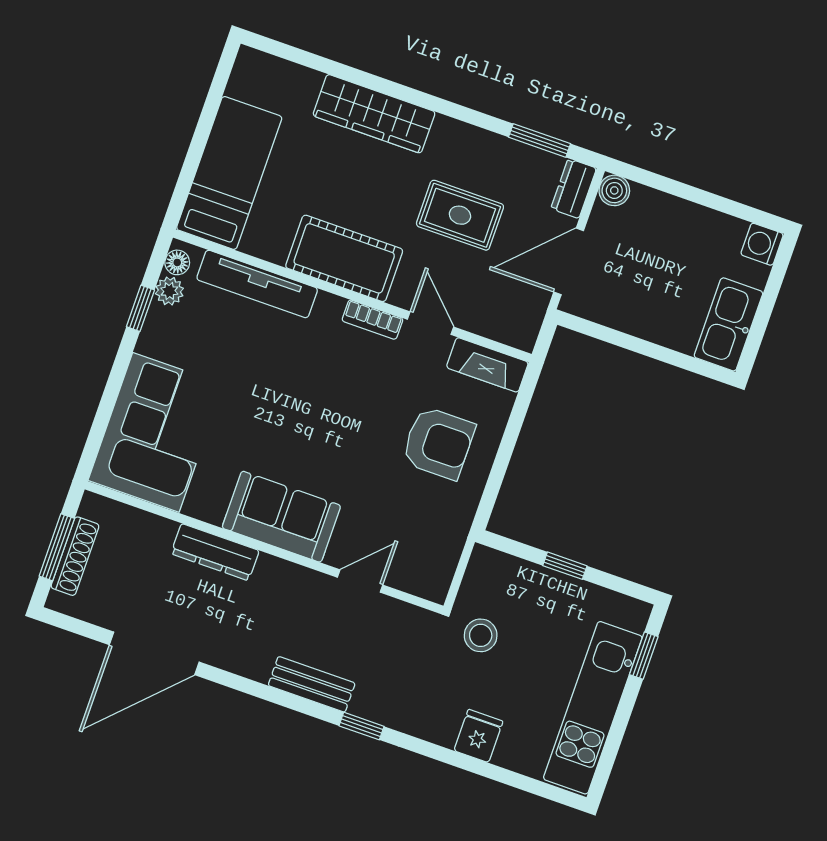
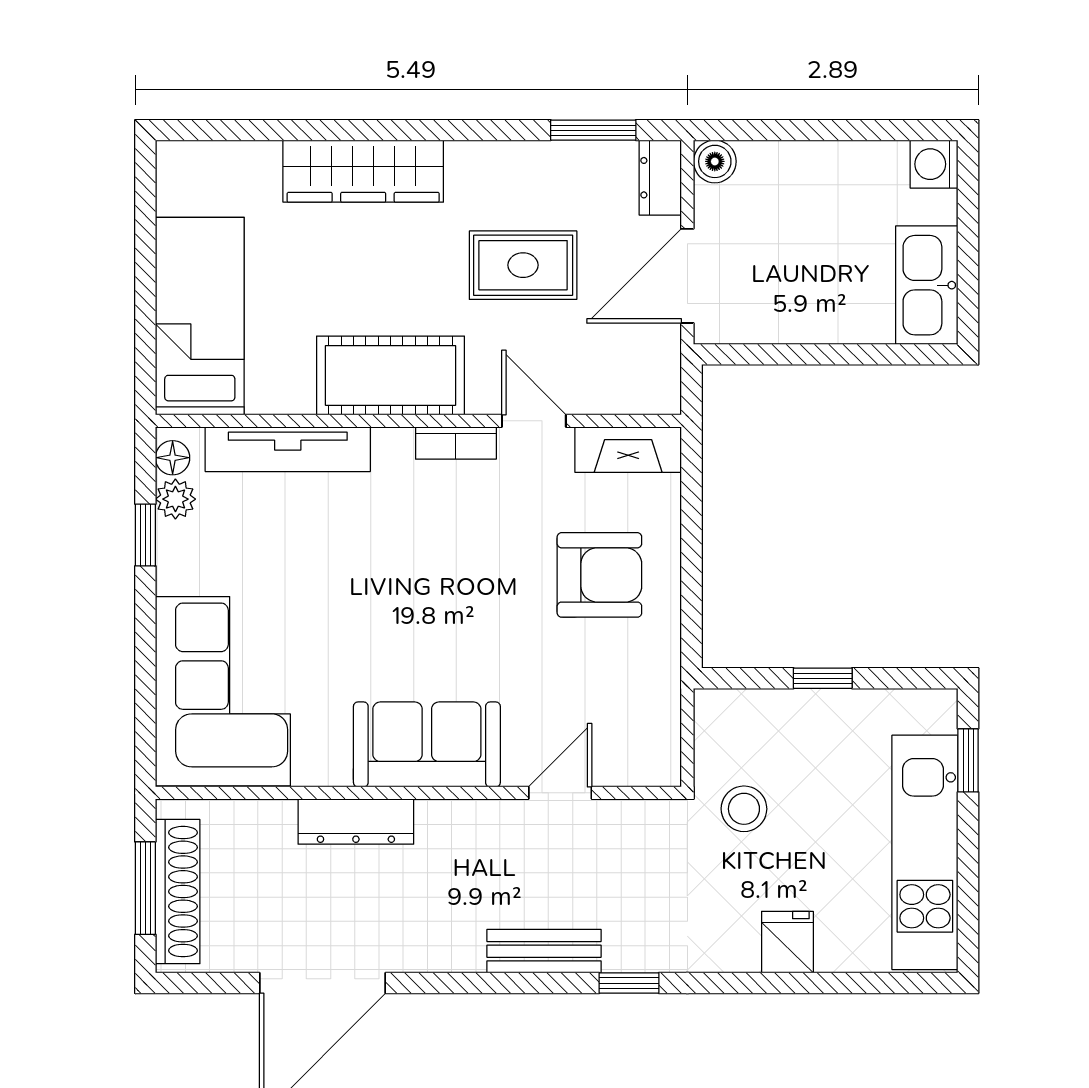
shoe rack: (75, 556) -> (178, 892), width x1.36, depth x1.24

